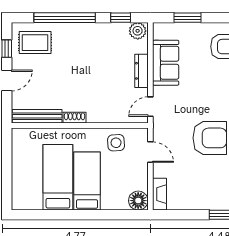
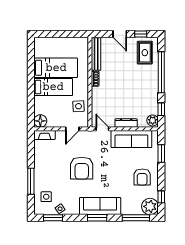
sofa: (166, 63) -> (131, 139), width x1.36

